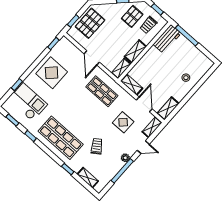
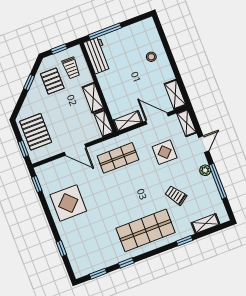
checkout: (28, 102) -> (87, 246), removed

